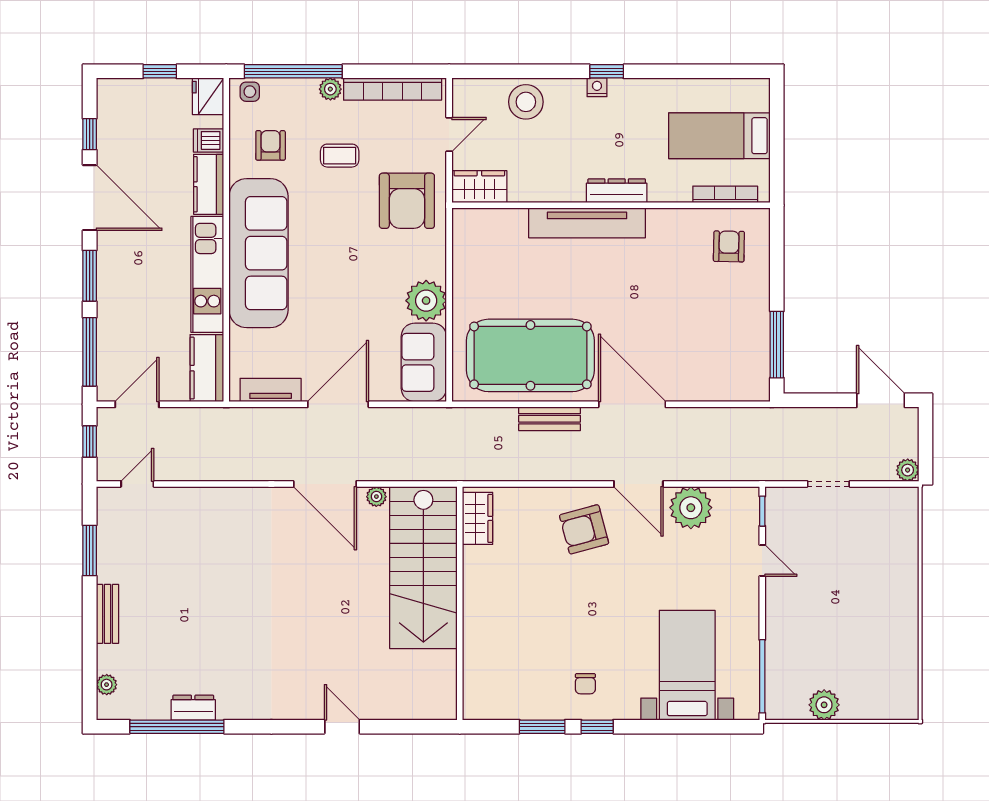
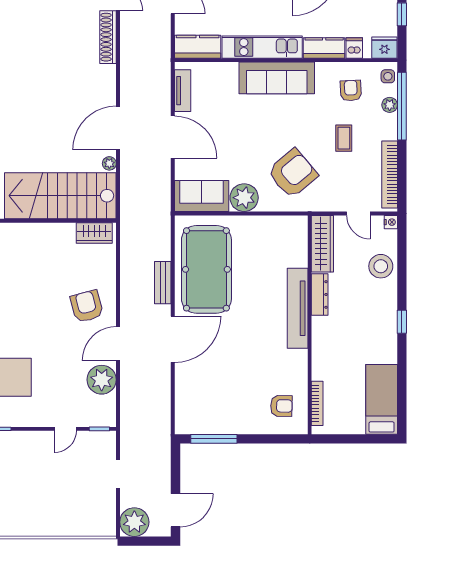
nightstand: (597, 87) -> (391, 222), moved
plant: (330, 89) -> (390, 105), moved
bed: (719, 136) -> (382, 399), moved
armchair: (271, 145) -> (351, 91), turned -93
wardrobe: (479, 187) -> (322, 244), width x1.50
dresser: (617, 191) -> (320, 294), moved
armchair: (407, 201) -> (293, 173), moved, turned 140
sofa: (259, 253) -> (277, 78), width x0.74, depth x0.79
plant: (908, 470) -> (134, 522), width x1.88, depth x1.88
shoe rack: (193, 498) -> (108, 37), added

